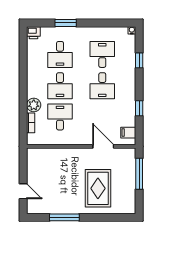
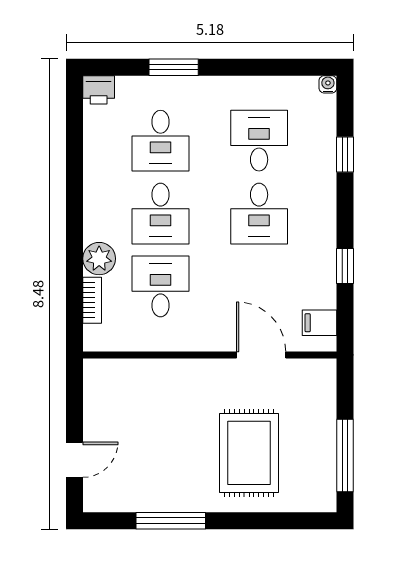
window: (139, 174) -> (345, 456), moved
door: (23, 191) -> (75, 460), hinge flipped

